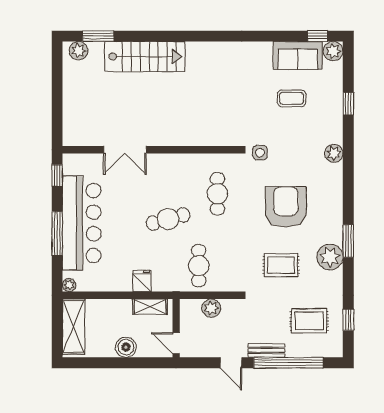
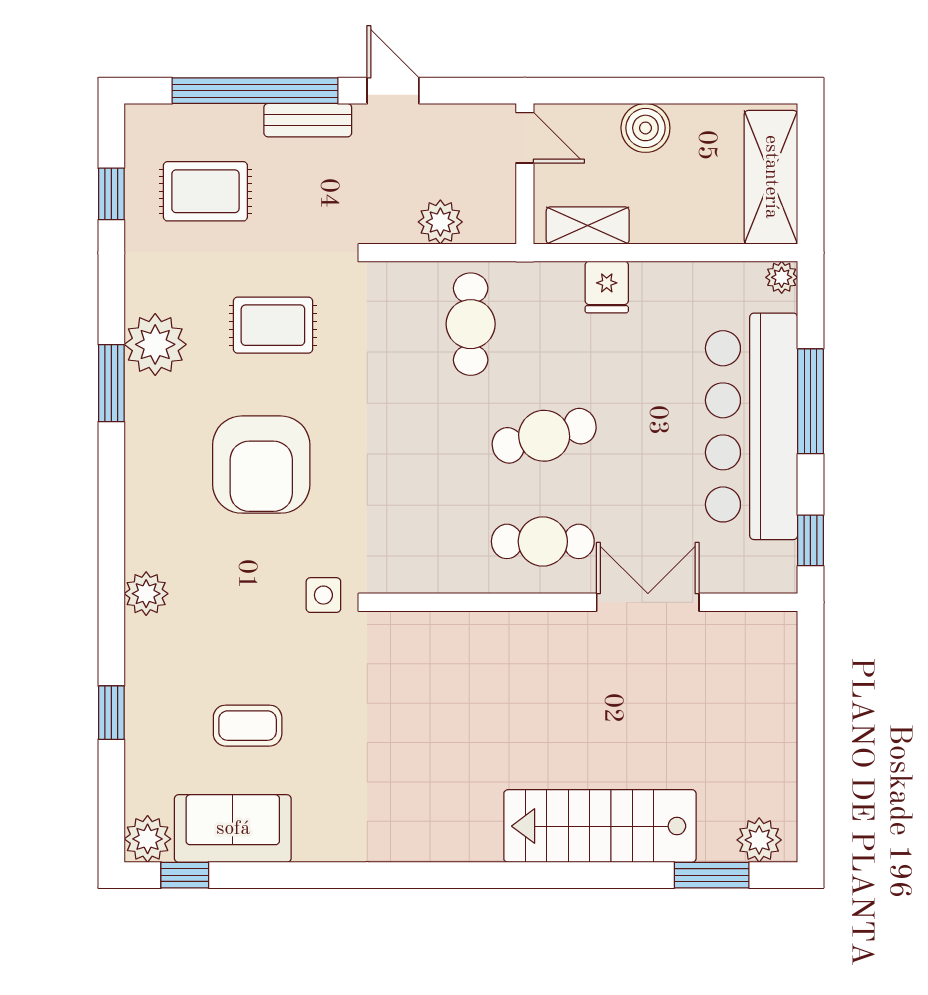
cafe table: (217, 194) -> (543, 541), moved, turned 90

